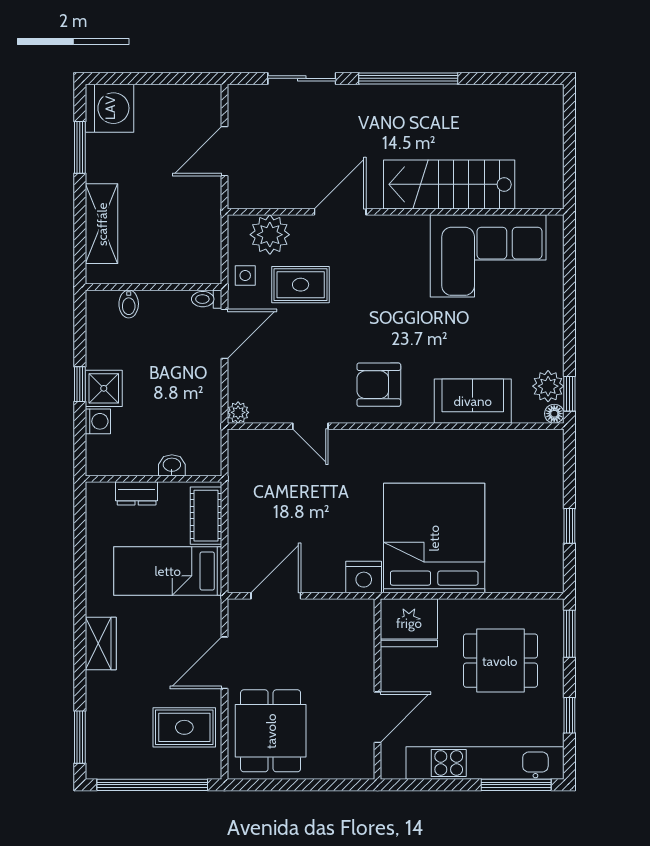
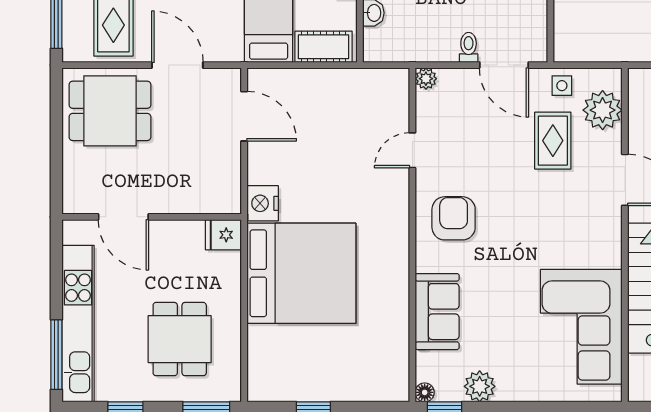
toilet: (207, 299) -> (469, 47), moved
plant: (548, 386) -> (480, 386), moved
fridge: (409, 623) -> (223, 235), width x0.53, depth x0.75

